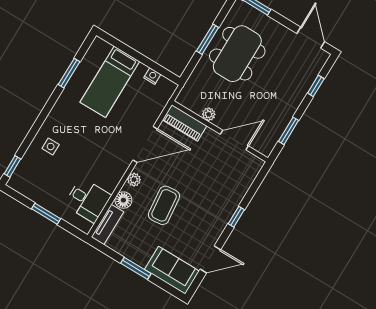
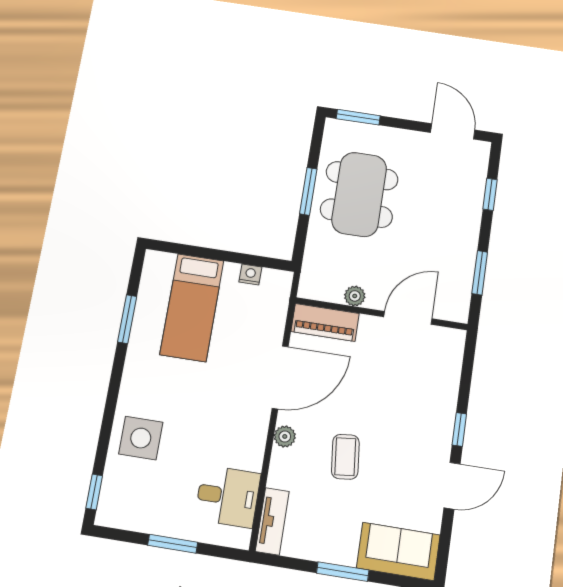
side table: (51, 146) -> (141, 438), width x1.87, depth x1.87
floor lamp: (123, 200) -> (281, 474), removed
coffee table: (164, 205) -> (345, 457), width x0.73, depth x0.77
door: (210, 259) -> (452, 486), moved

